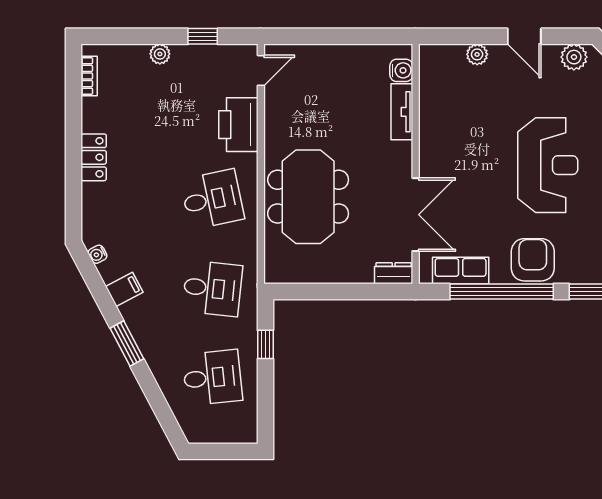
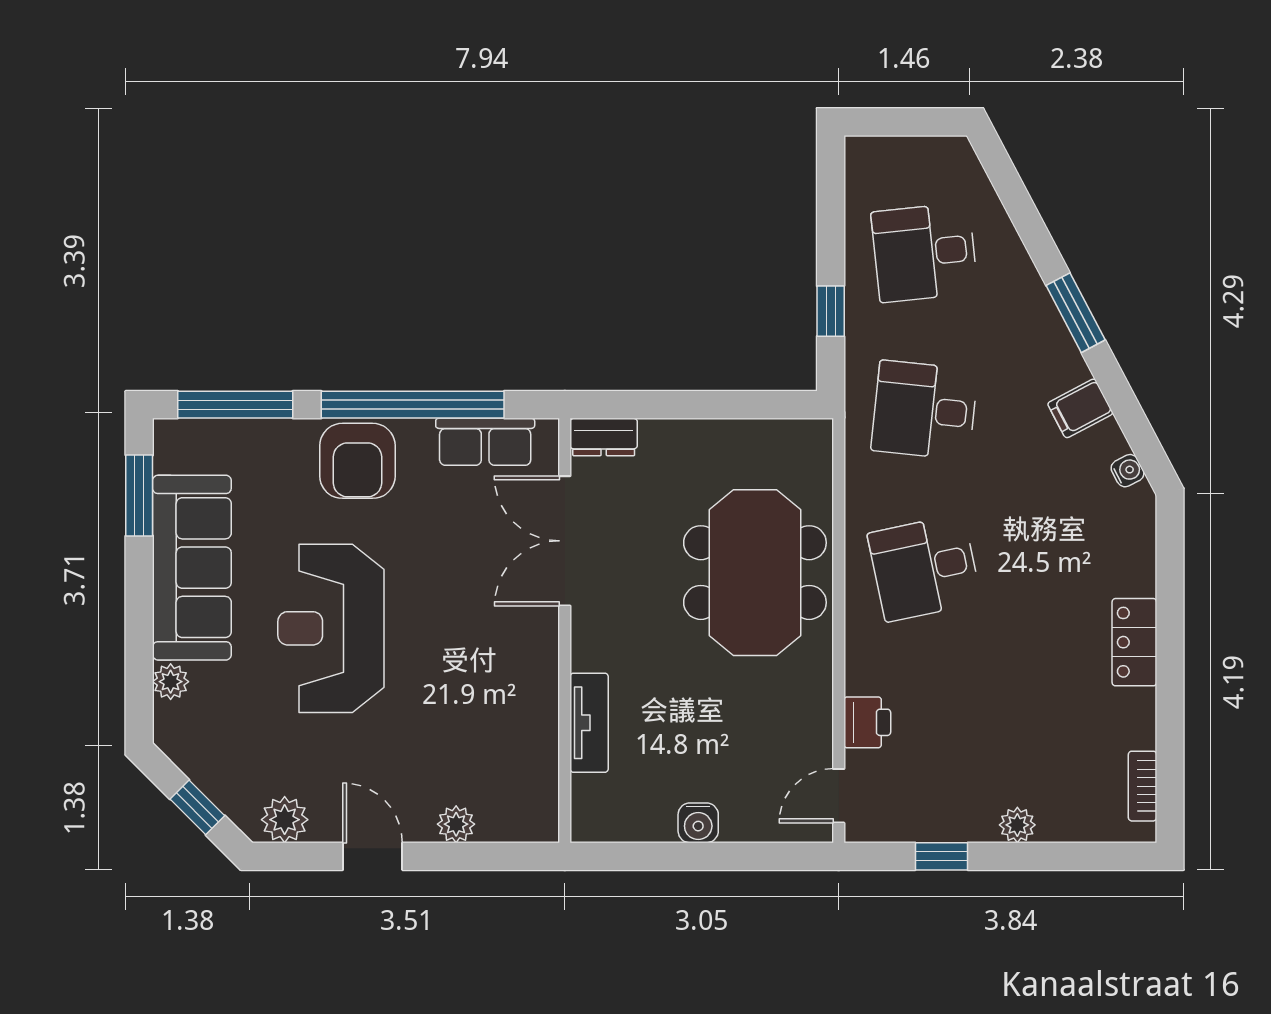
water cooler: (401, 70) -> (698, 823), moved, turned -90
printer: (238, 125) -> (867, 722), width x0.53, depth x0.68

